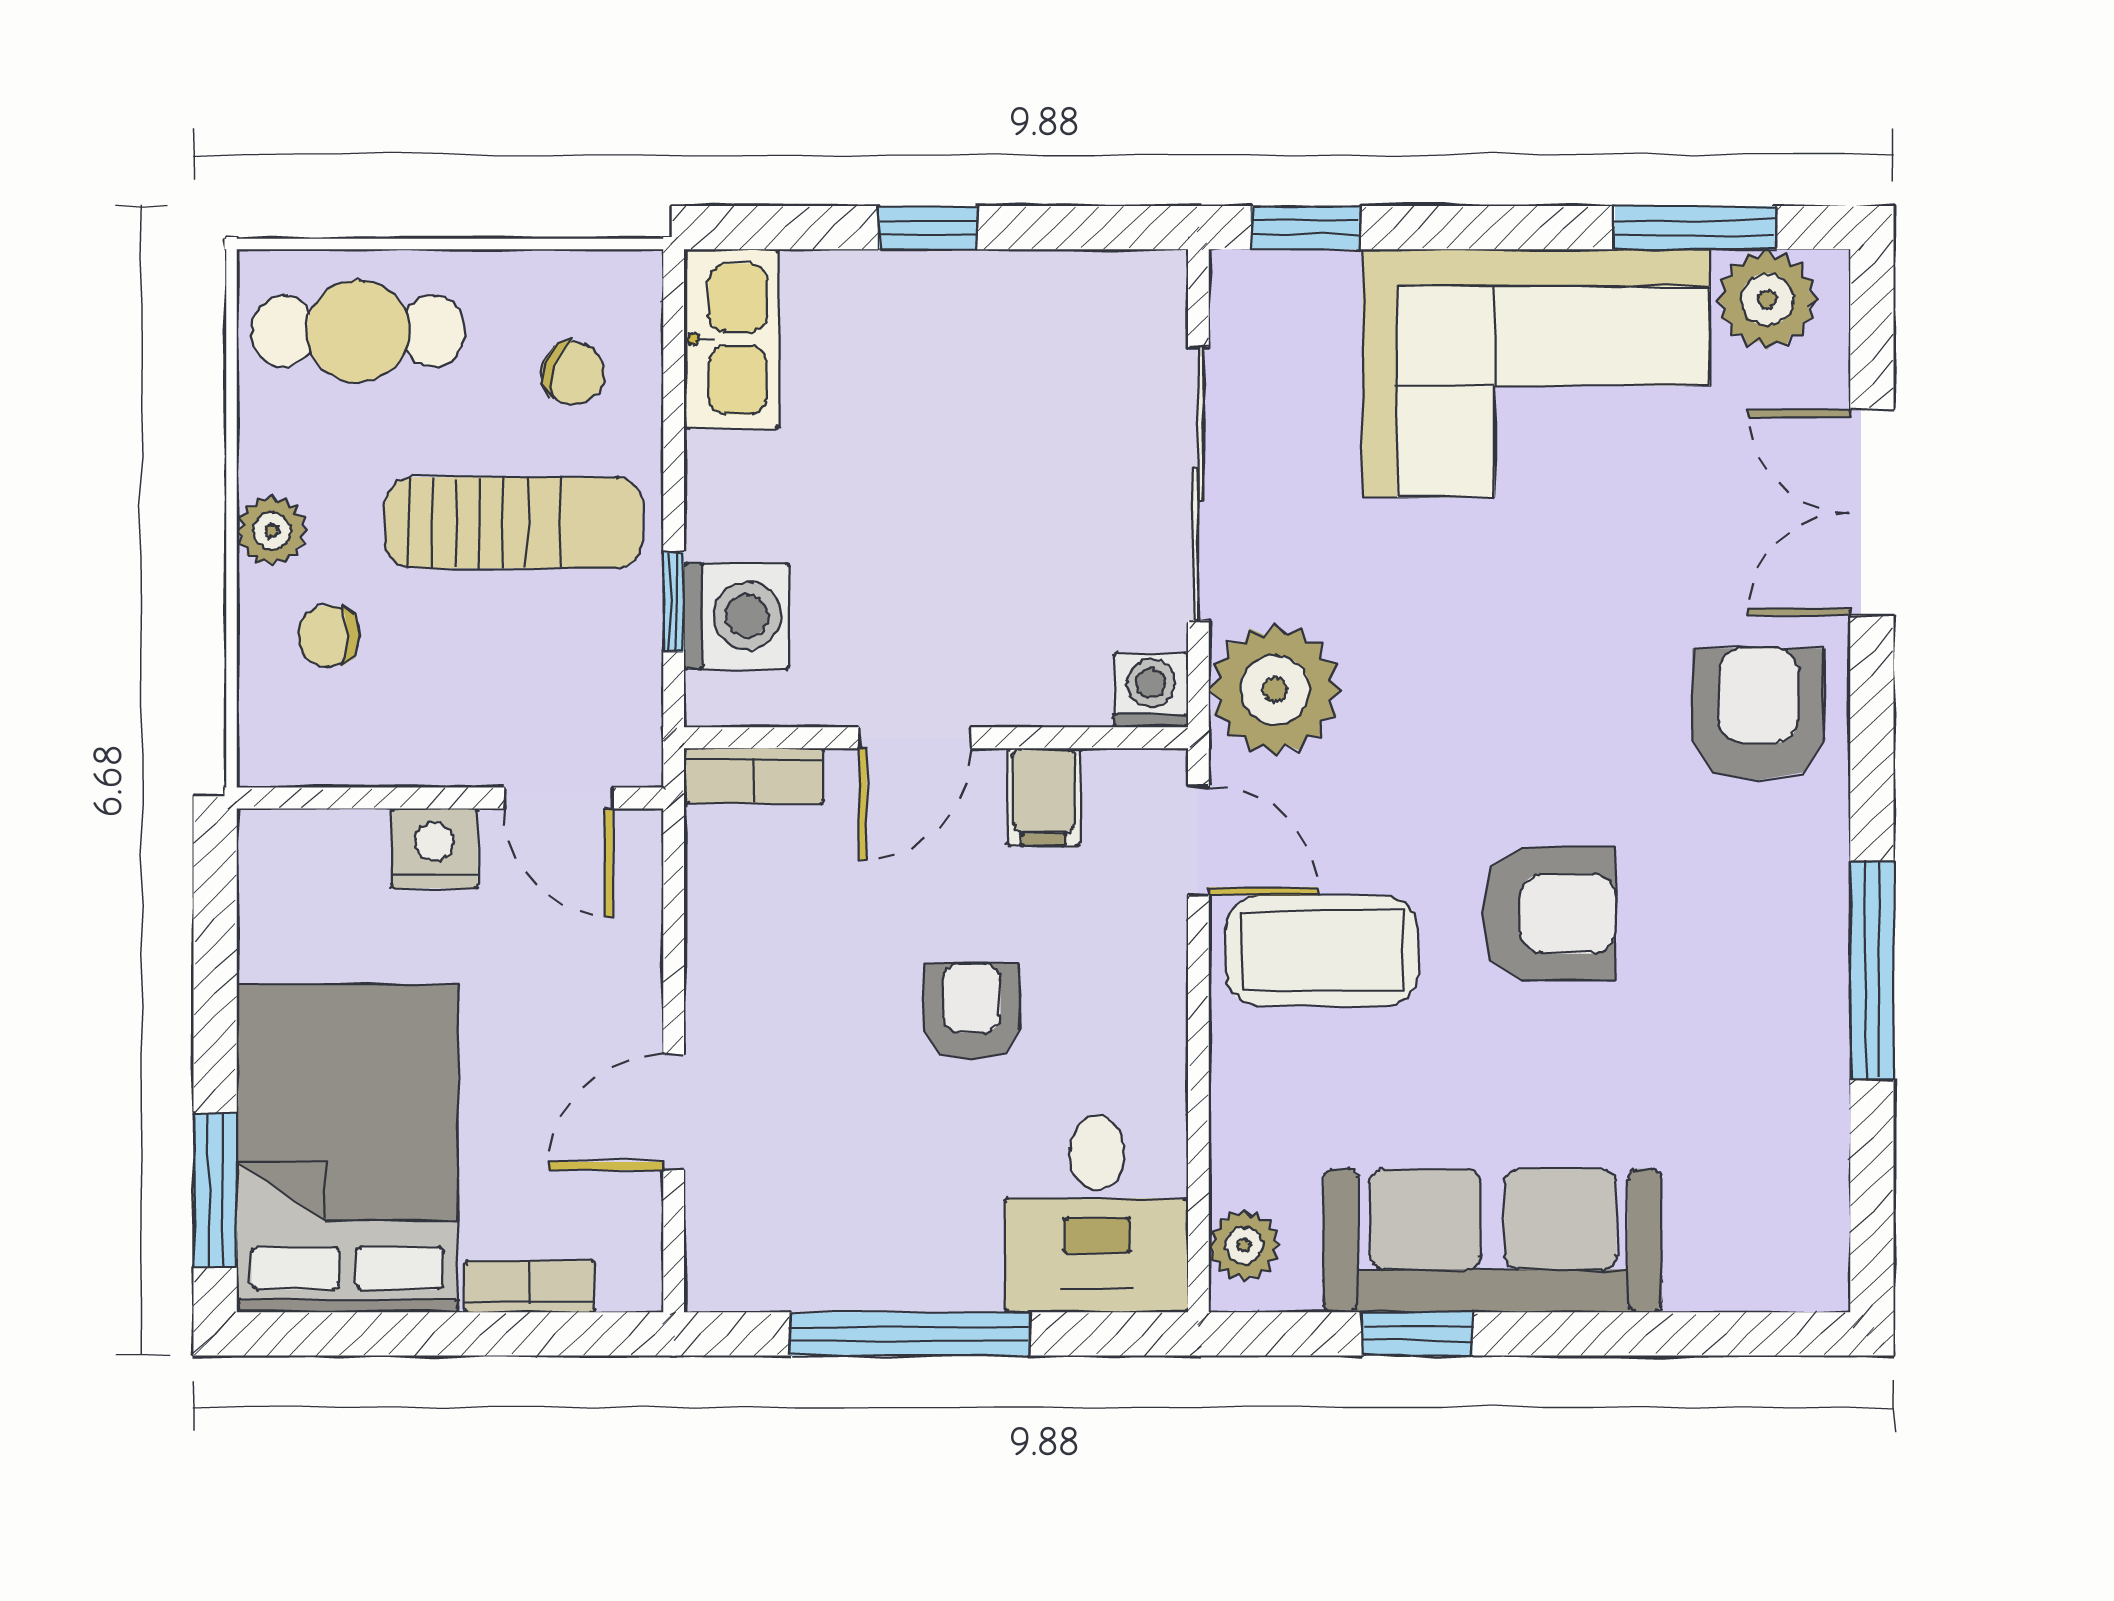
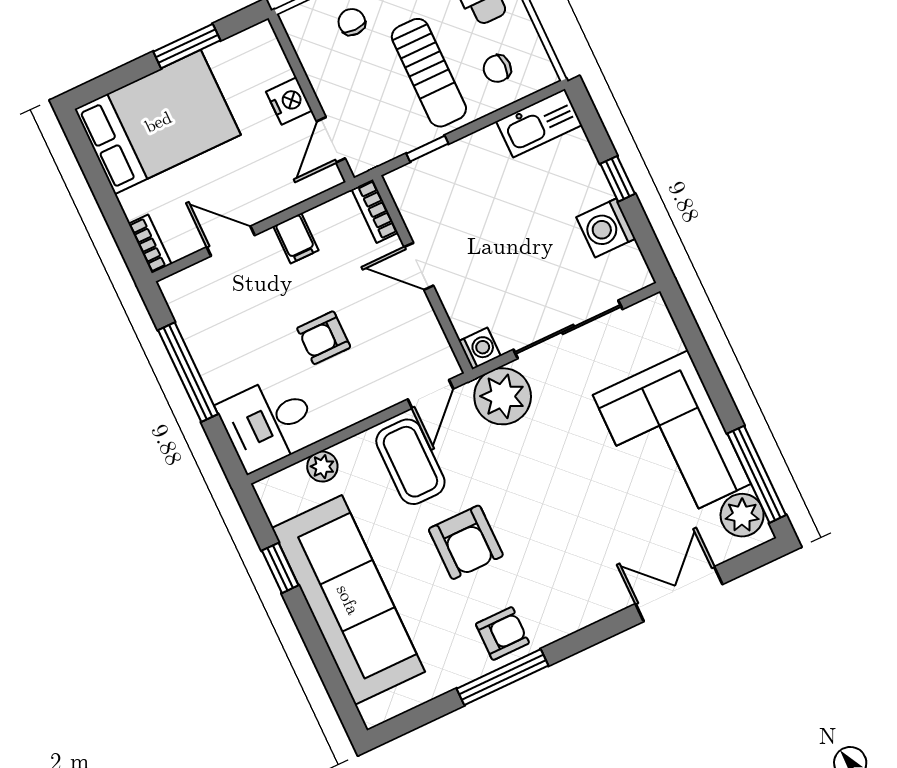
window: (1306, 228) -> (686, 324), removed
window: (1695, 228) -> (757, 474), width x1.44
chair: (573, 373) -> (497, 69), turned 69
washing machine: (737, 616) -> (606, 228), moved, turned 90
armchair: (1758, 714) -> (502, 633), moved, width x0.72, depth x0.72
filing cabinet: (1044, 797) -> (296, 238), moved, turned -90
armchair: (972, 1011) -> (324, 338), turned 180
window: (215, 1190) -> (187, 46), moved
sofa: (1493, 1241) -> (348, 600), width x1.36, depth x1.27
plant: (1244, 1245) -> (322, 467), moved
bookcase: (529, 1287) -> (150, 244), moved

